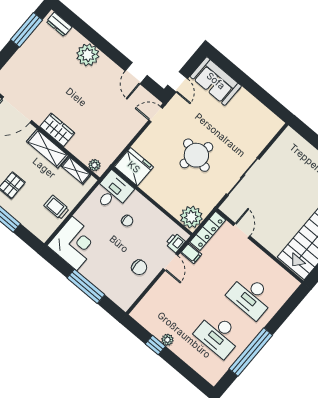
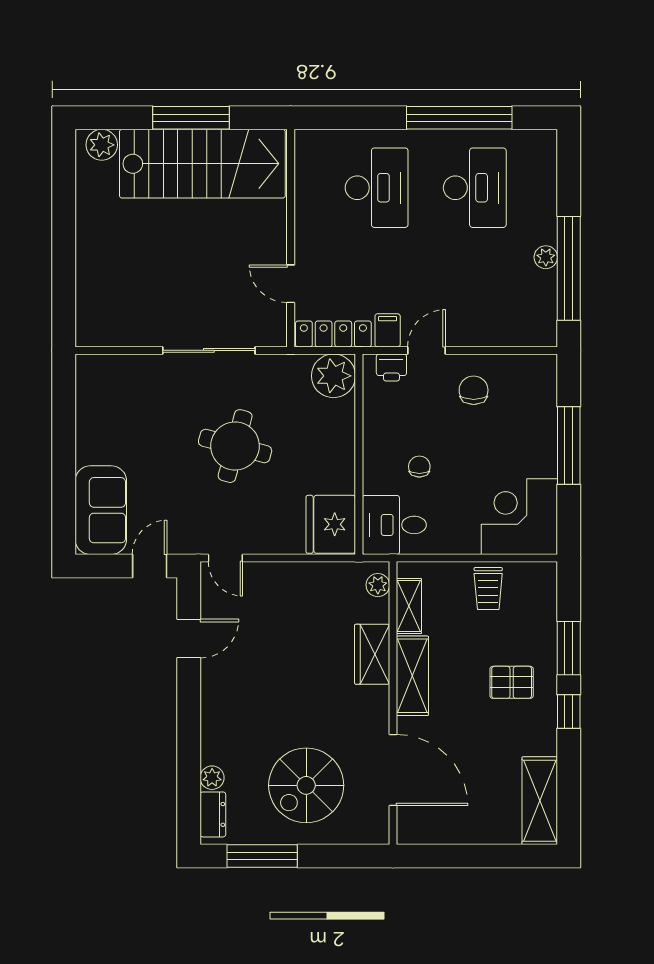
plant: (88, 55) -> (212, 778), moved, width x0.53, depth x0.53
spiral stairs: (40, 71) -> (306, 785), added
wardrobe: (57, 130) -> (372, 654), moved
door: (242, 231) -> (291, 284), hinge flipped
window: (155, 345) -> (569, 268), width x3.17

